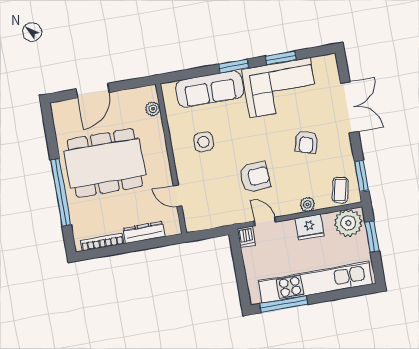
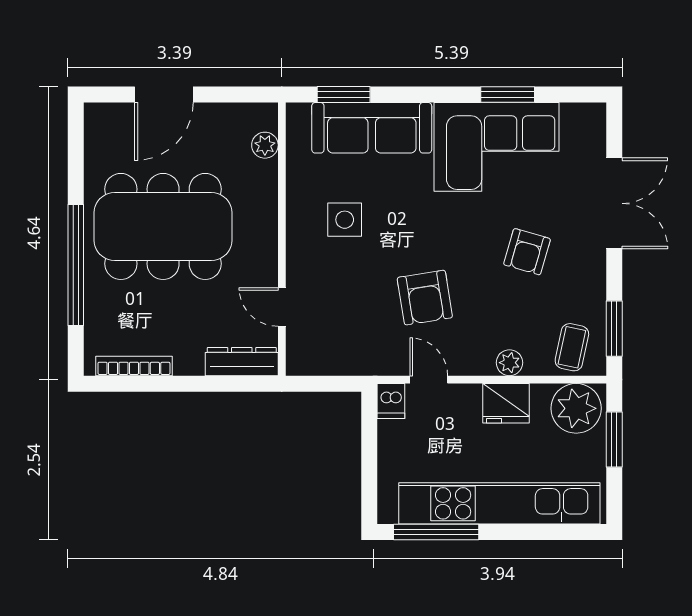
window: (234, 66) -> (344, 94), moved
armchair: (255, 177) -> (425, 298), turned 85
dresser: (144, 232) -> (242, 362), moved

